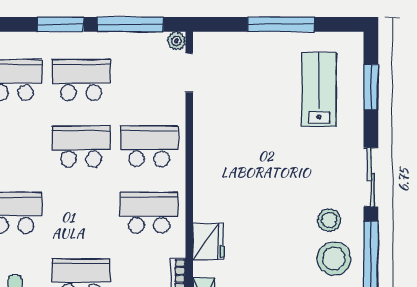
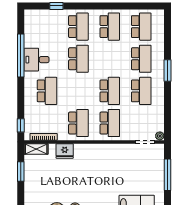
window: (61, 24) -> (168, 71), moved
window: (130, 24) -> (168, 114), removed
window: (281, 24) -> (168, 175), moved

